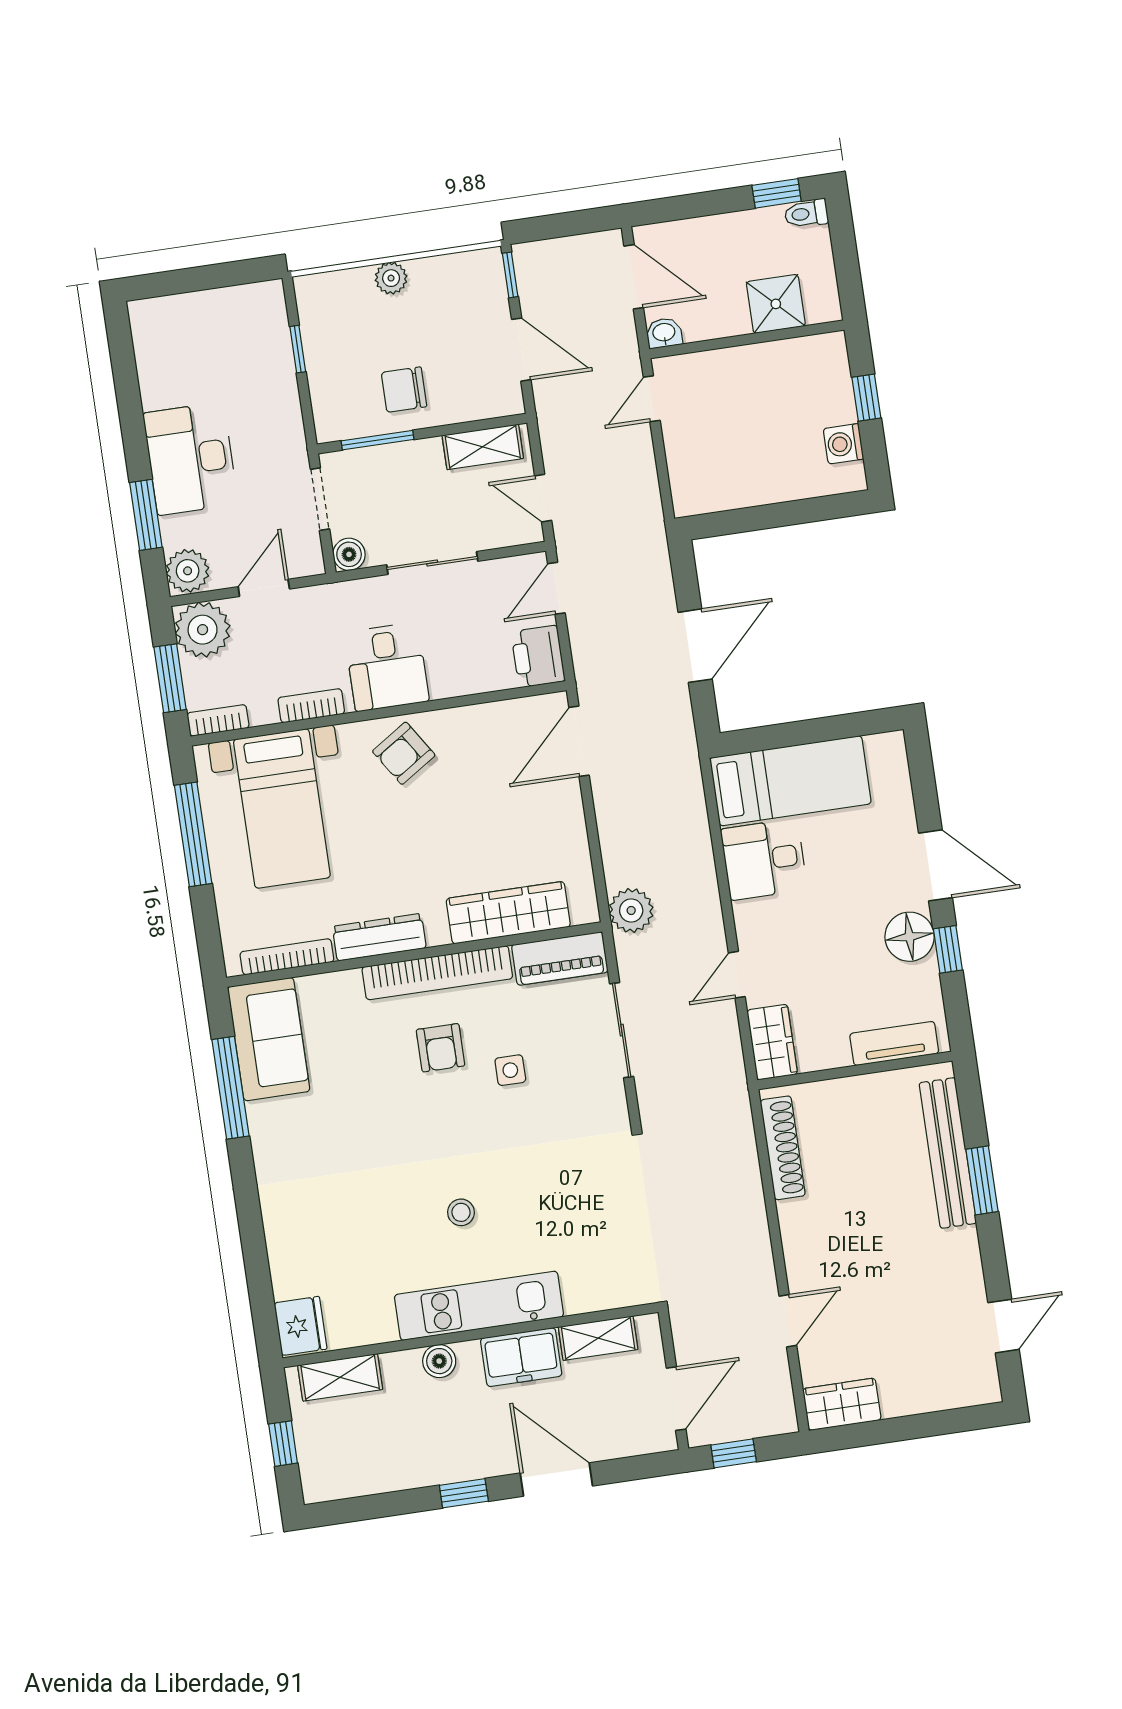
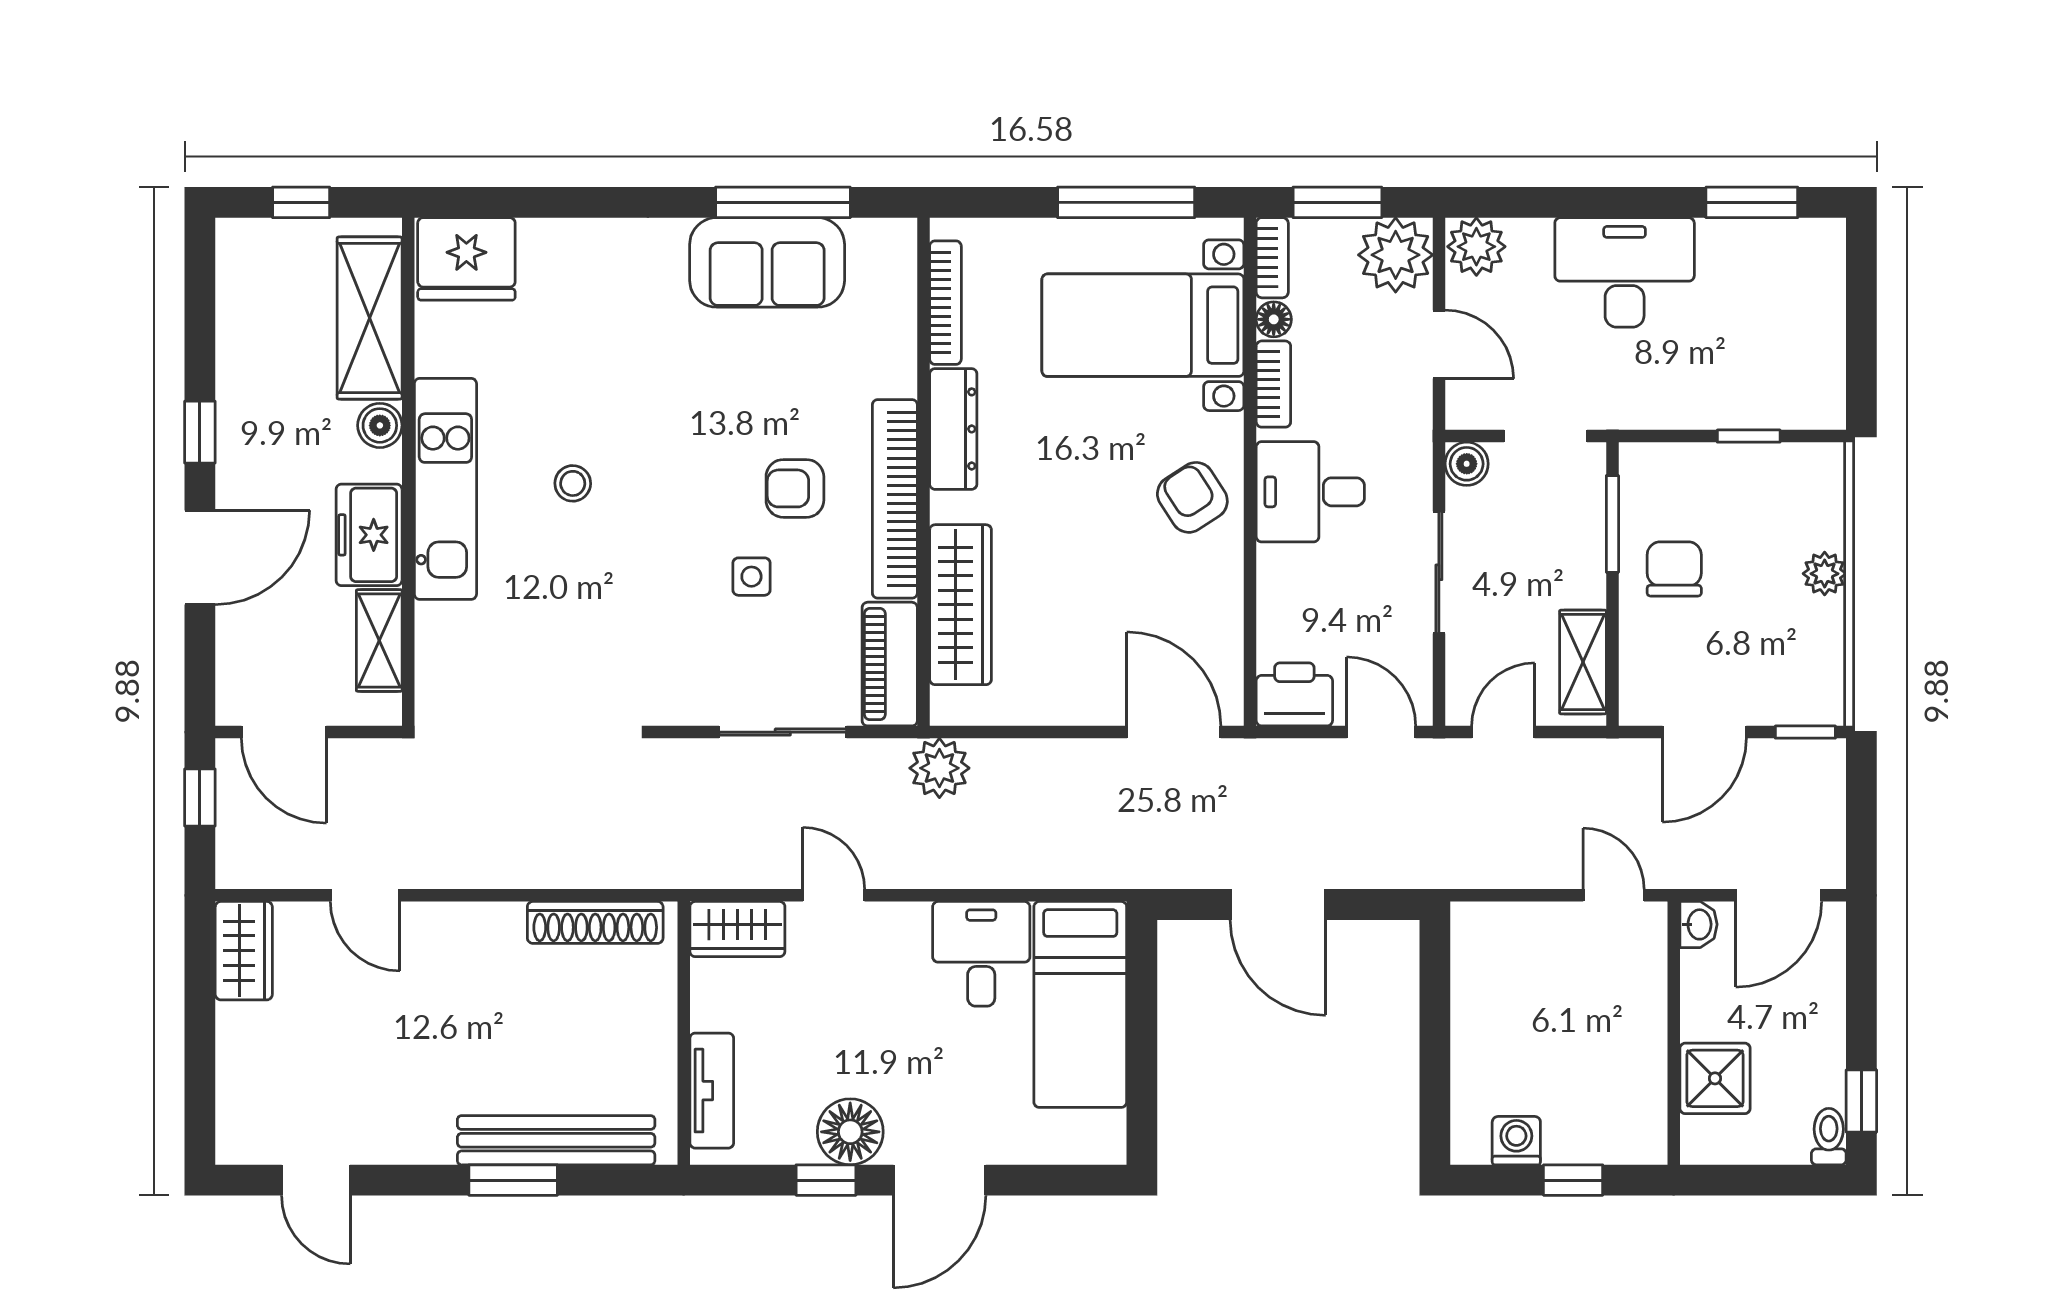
window: (146, 515) -> (1752, 202), moved
floor lamp: (263, 713) -> (1274, 319), added
sofa: (269, 1039) -> (767, 262), moved
fridge: (301, 1326) -> (466, 259), width x1.36, depth x1.34
shelving: (340, 1377) -> (370, 318), width x1.50, depth x1.33

